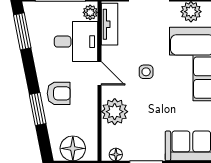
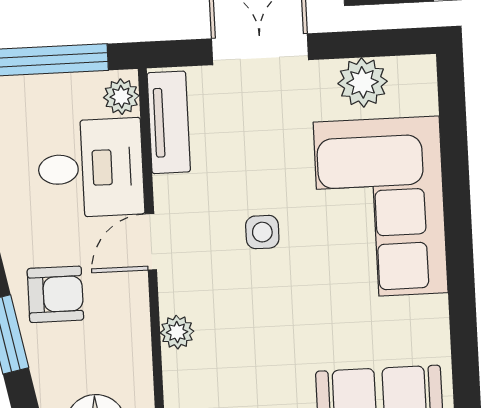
door: (100, 73) -> (151, 242), swing flipped
plant: (115, 112) -> (177, 332), width x0.53, depth x0.53

